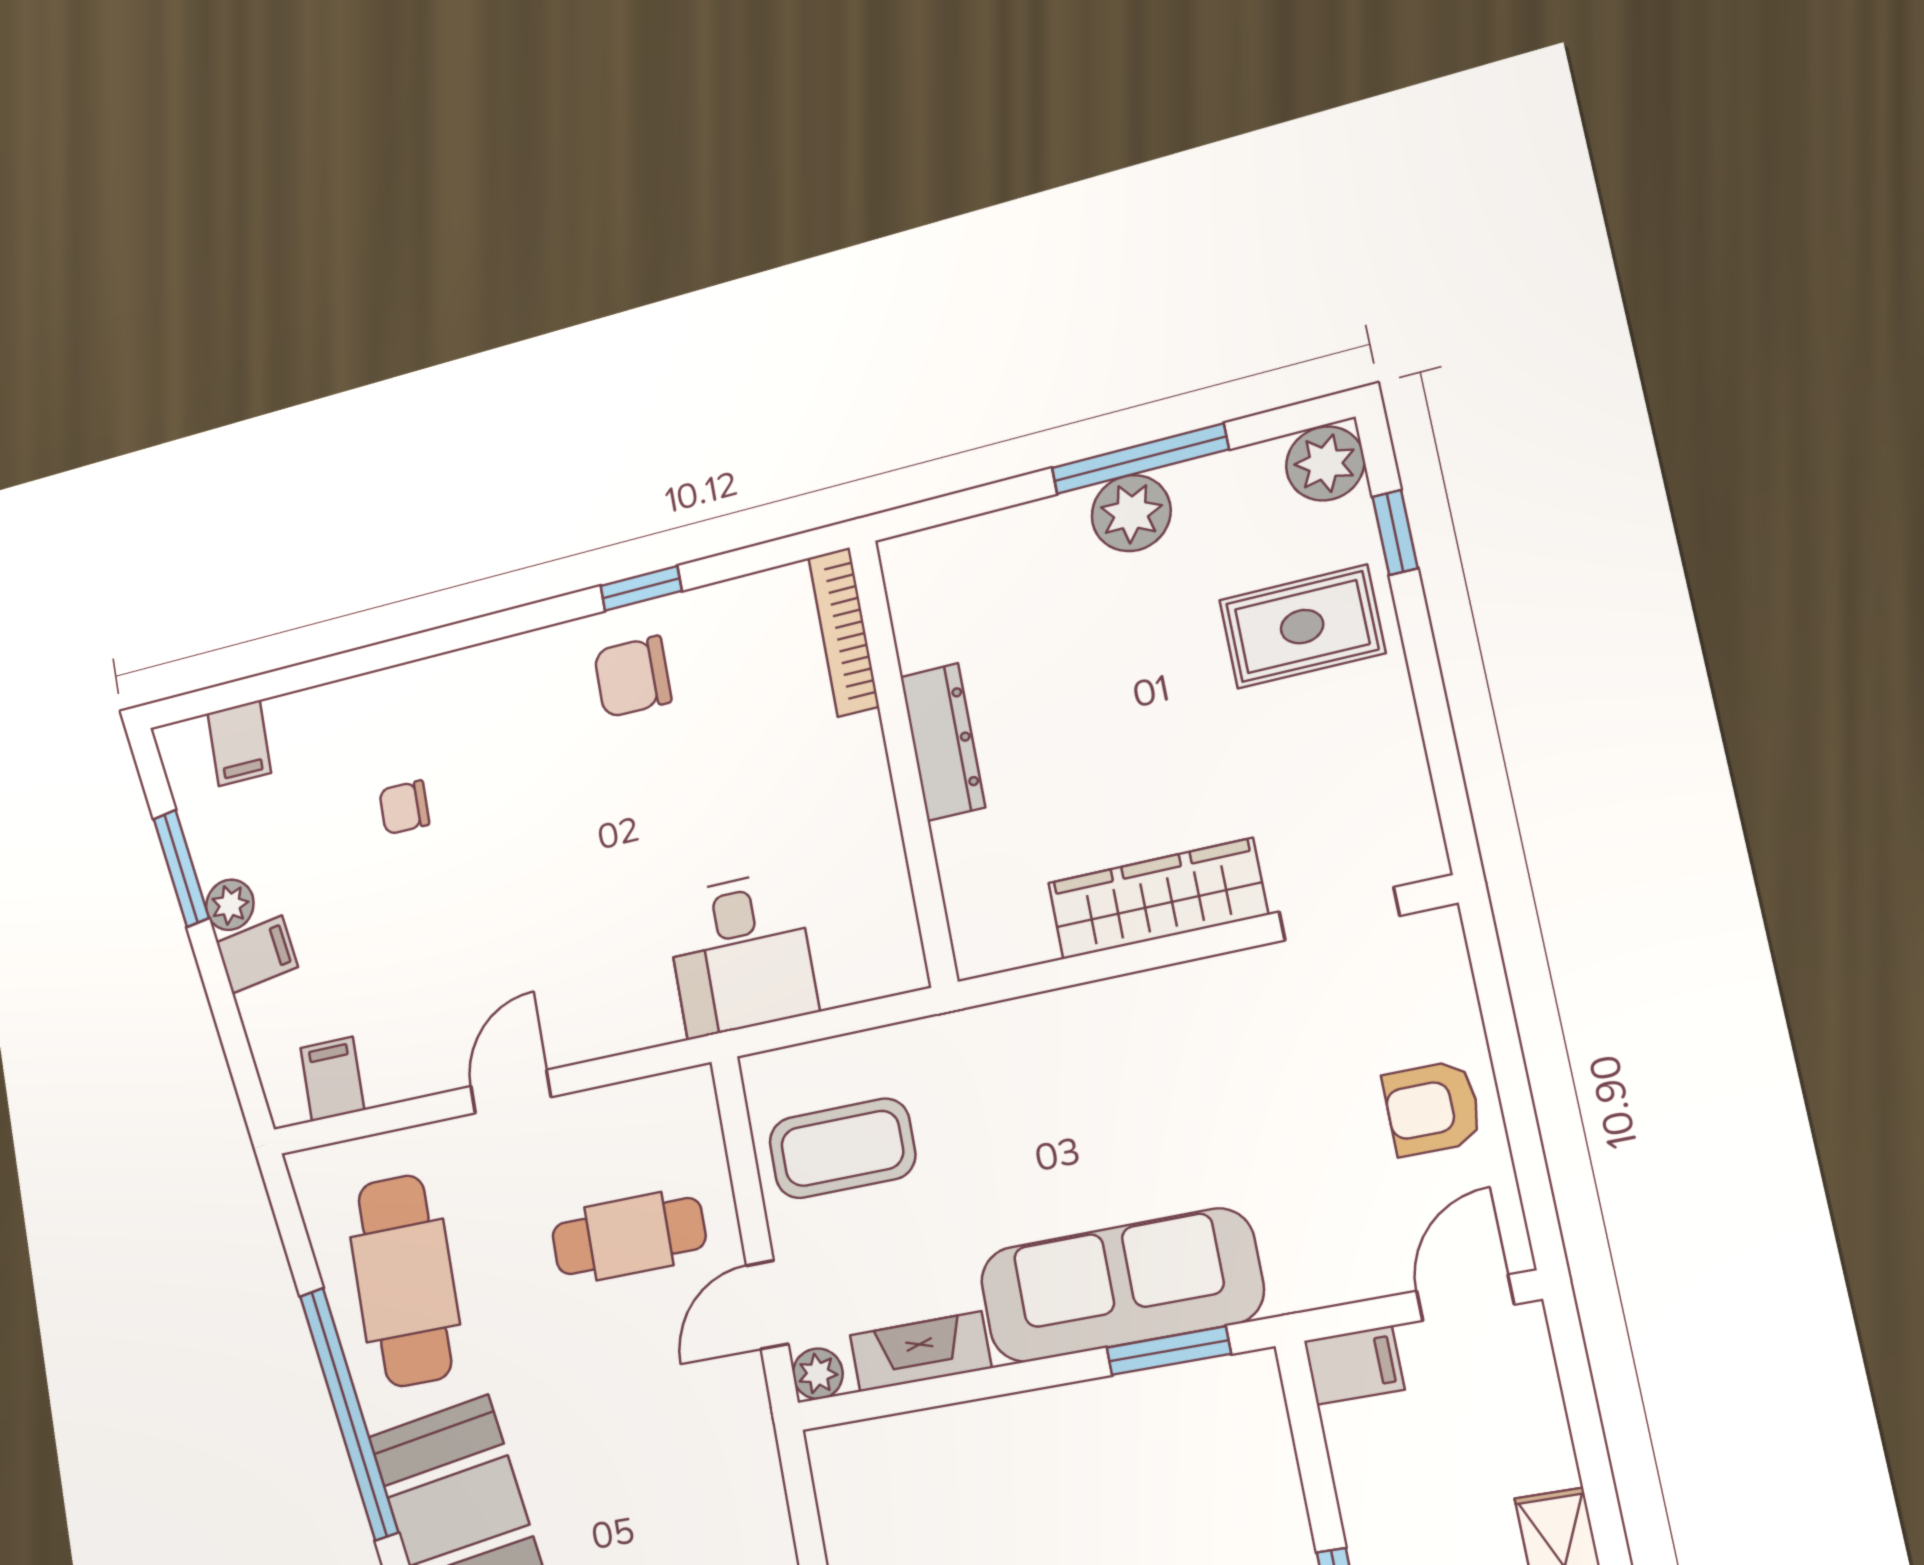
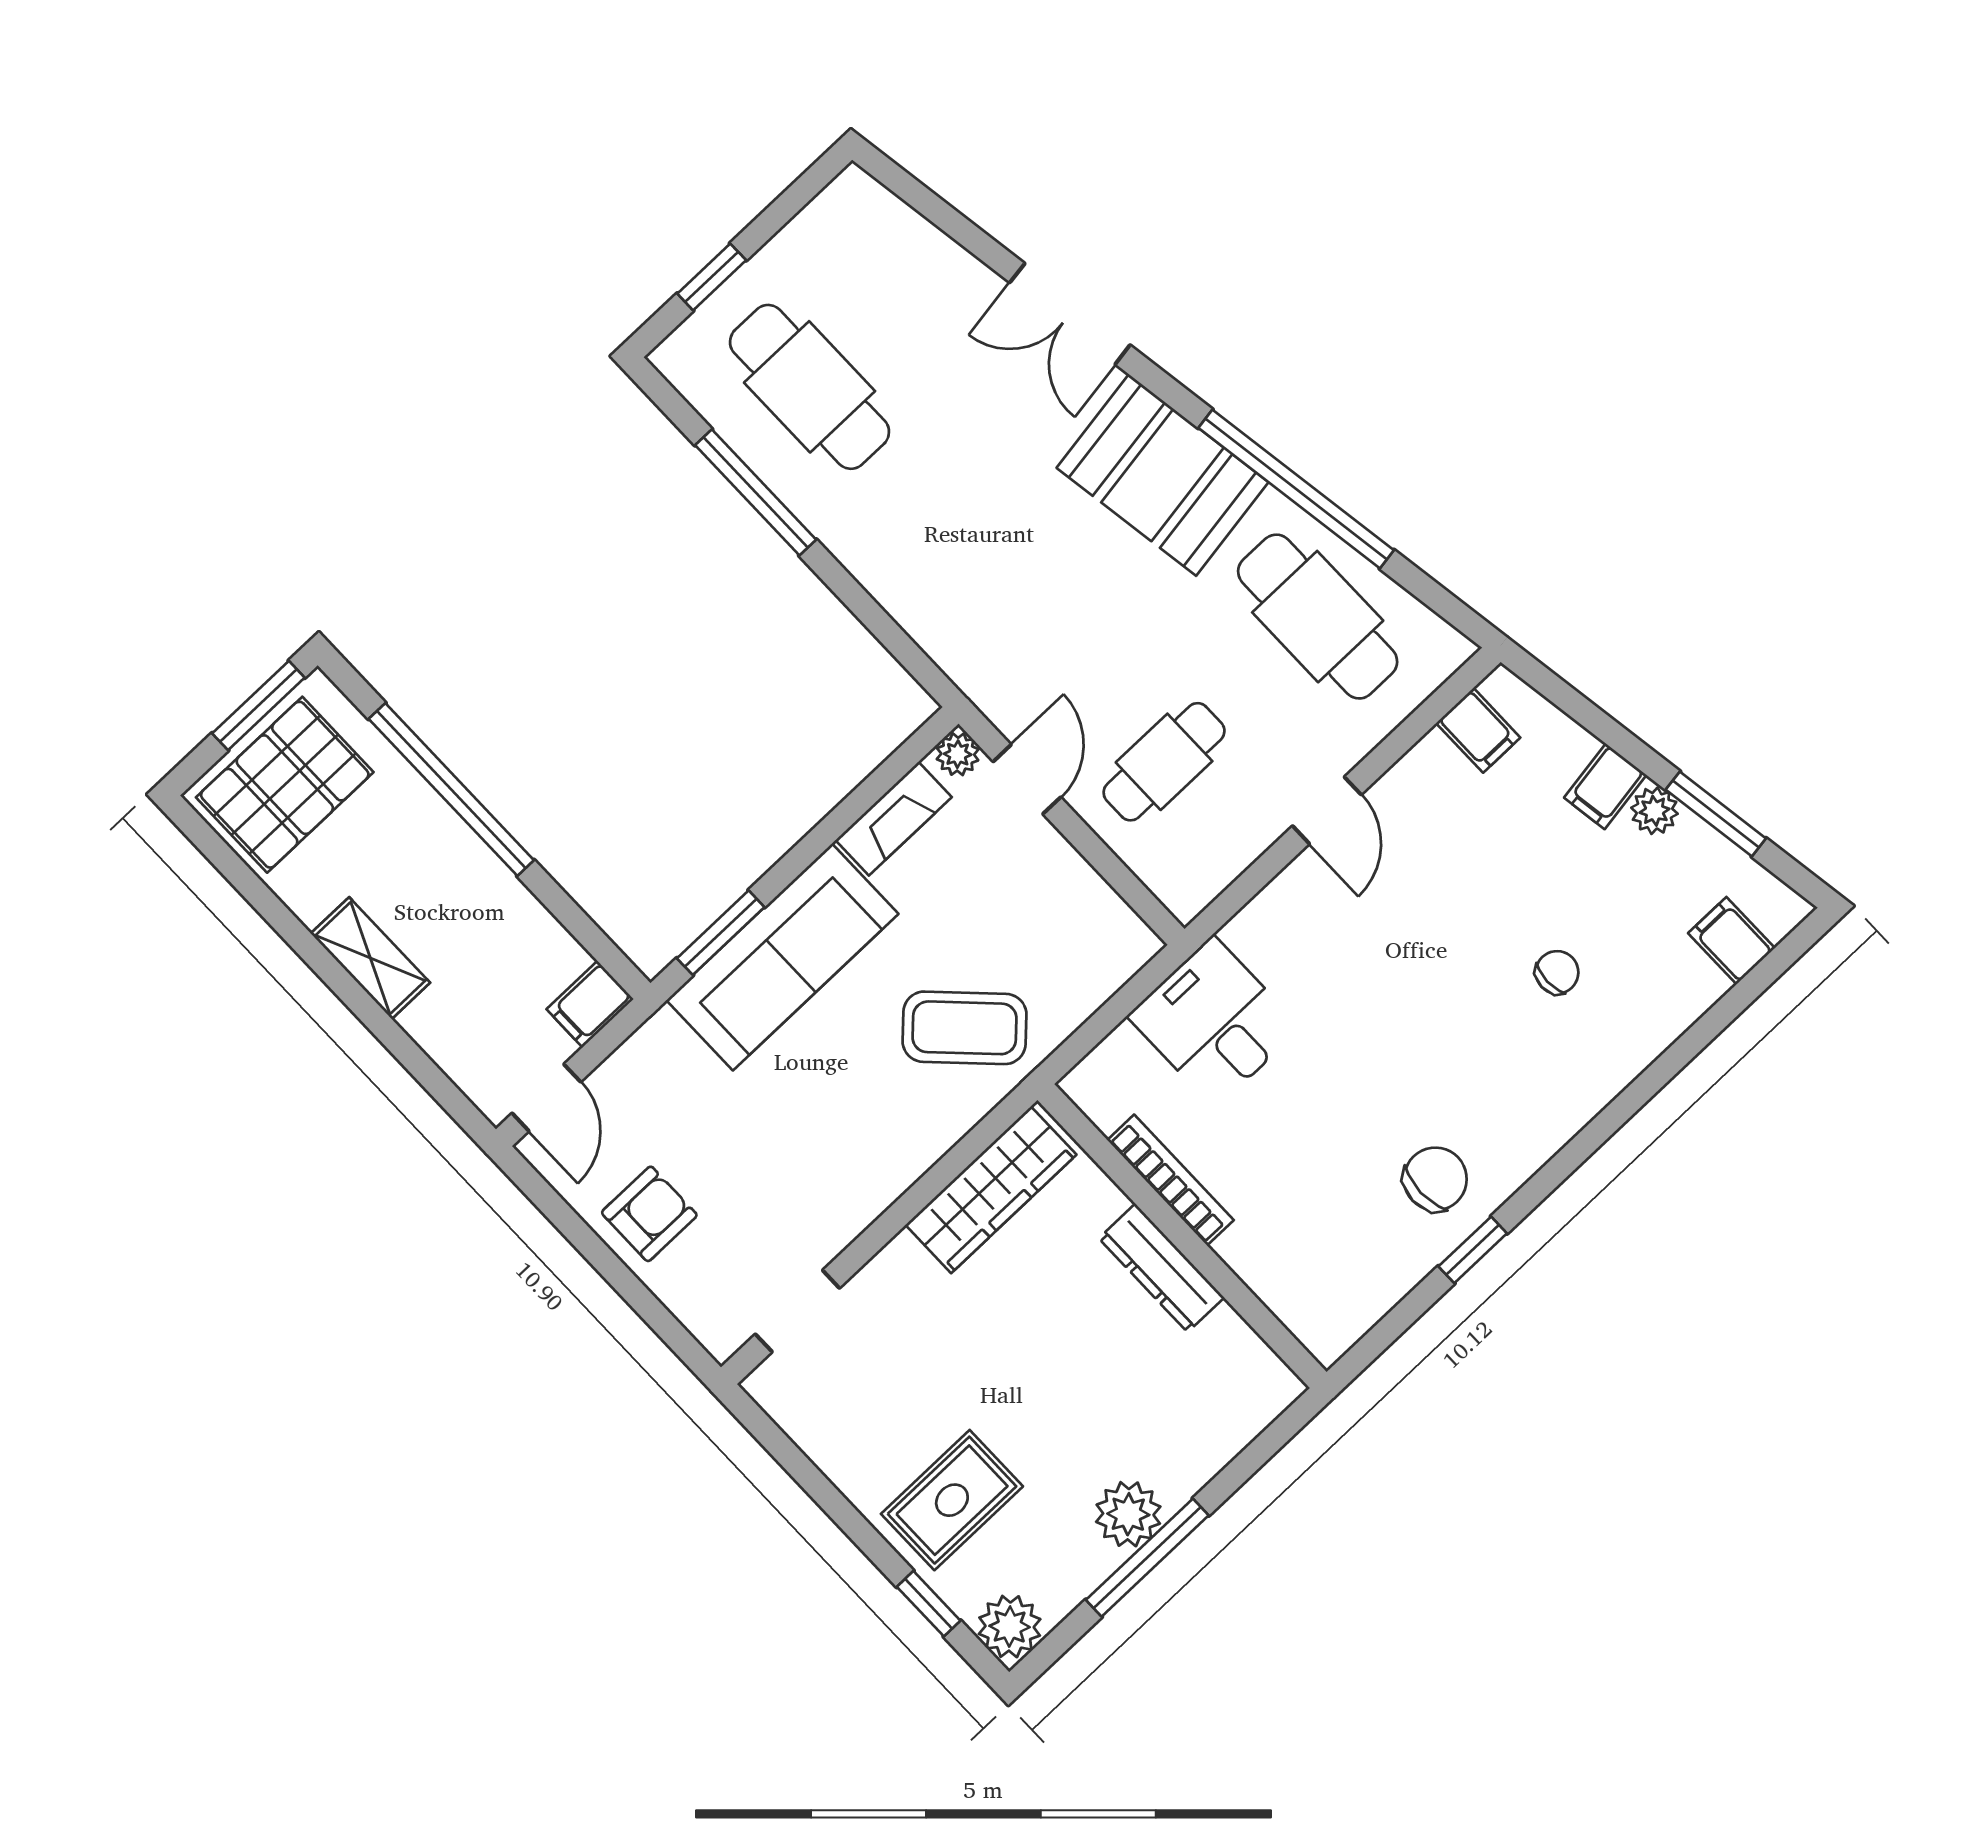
bookcase: (844, 632) -> (1171, 1180), moved
wardrobe: (1157, 899) -> (991, 1190), moved
coffee table: (842, 1148) -> (965, 1028), moved, turned 45

